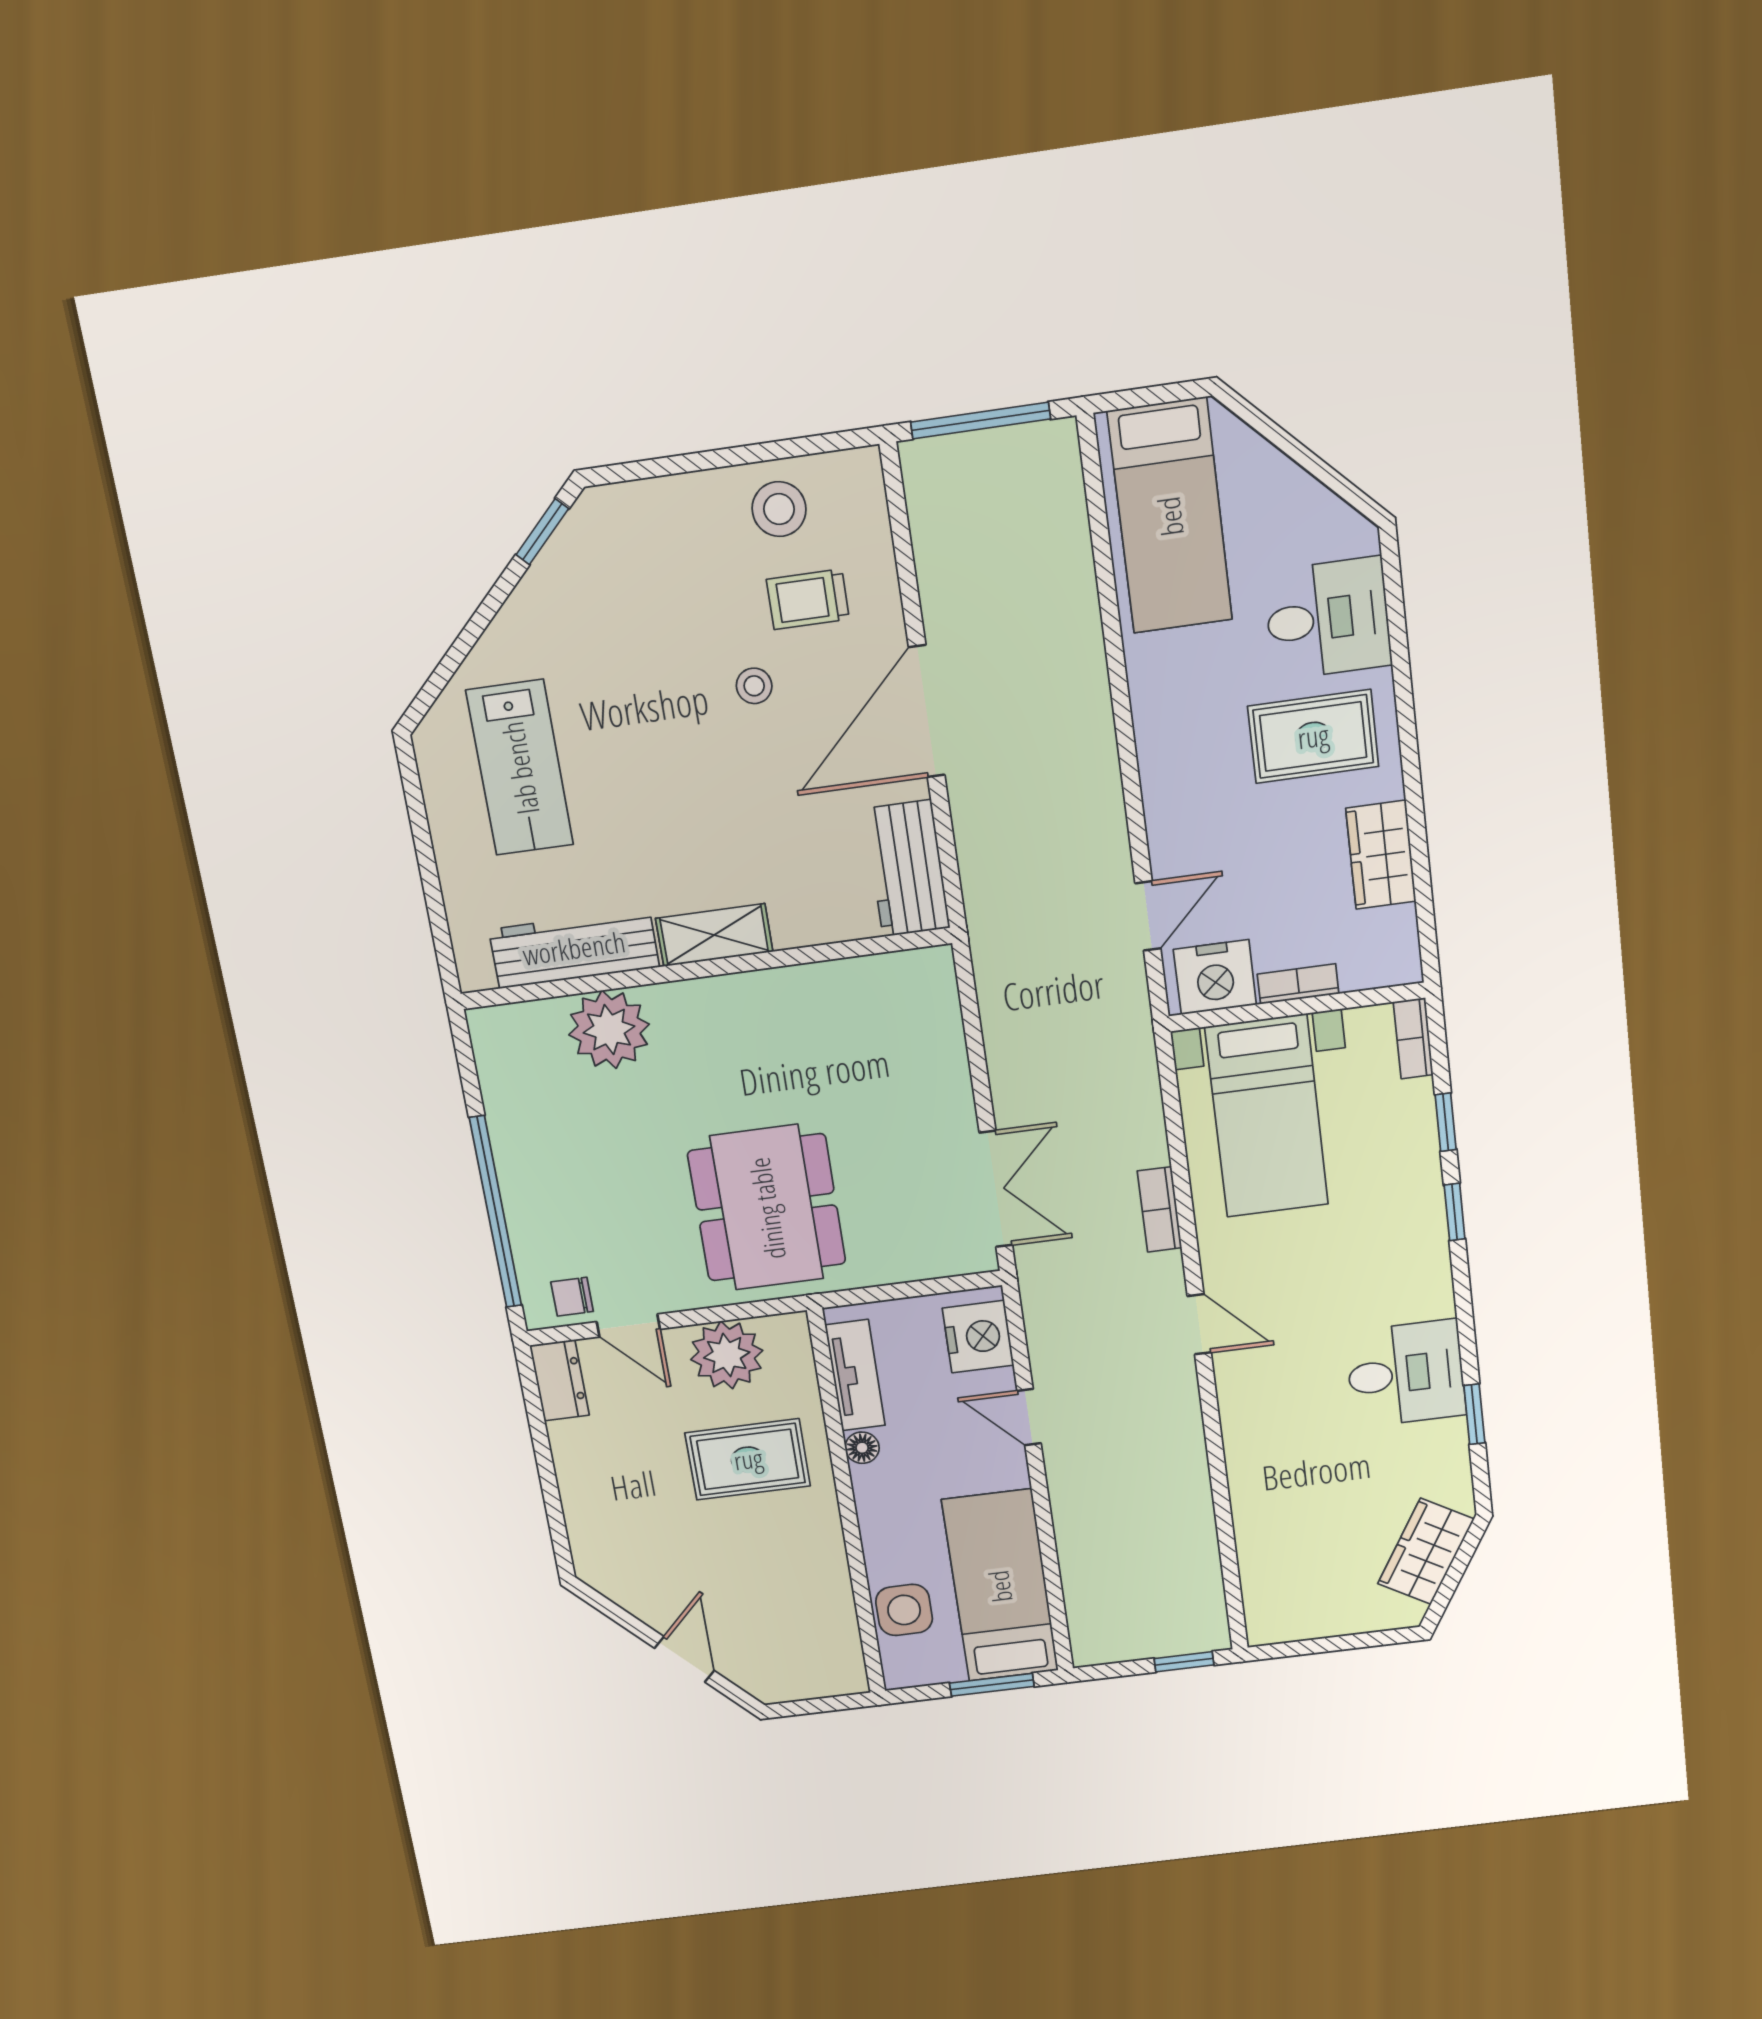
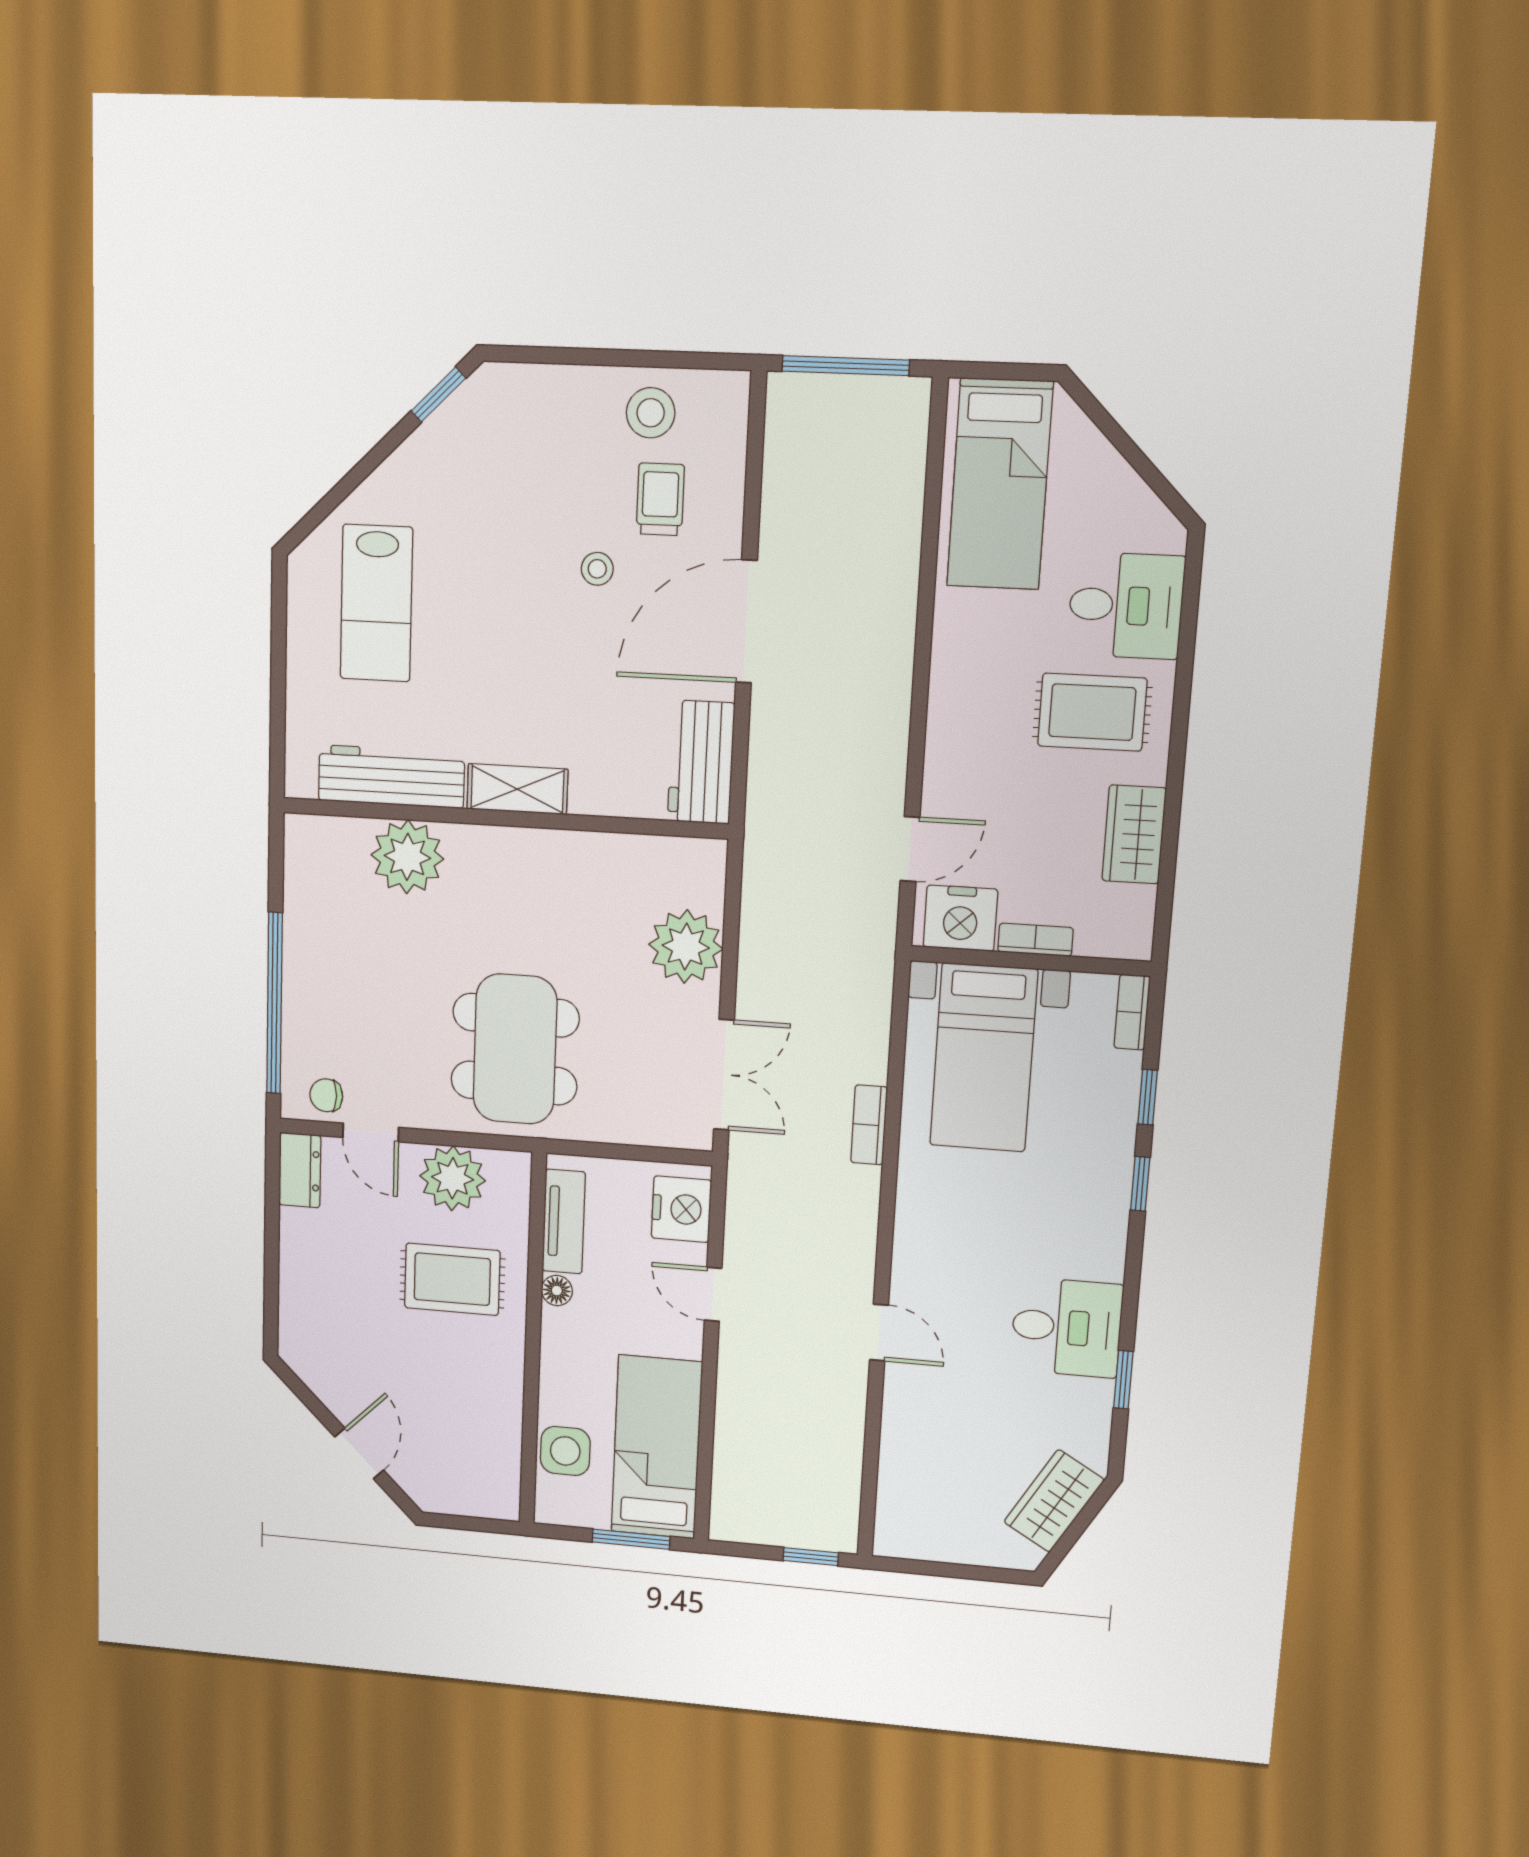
trolley: (808, 599) -> (660, 499), turned 90
plant: (929, 1064) -> (686, 947), added
door: (1199, 1324) -> (879, 1333), moved

